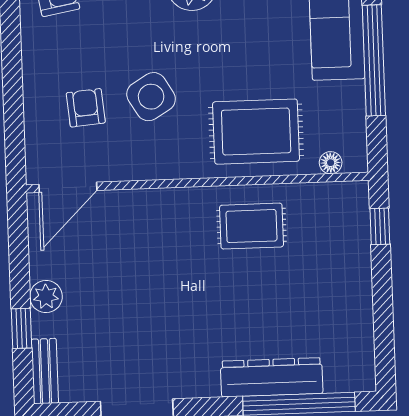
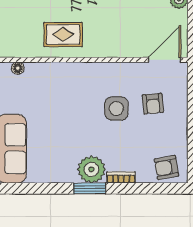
side table: (151, 97) -> (116, 109), turned 31
rug: (256, 132) -> (59, 87), removed

